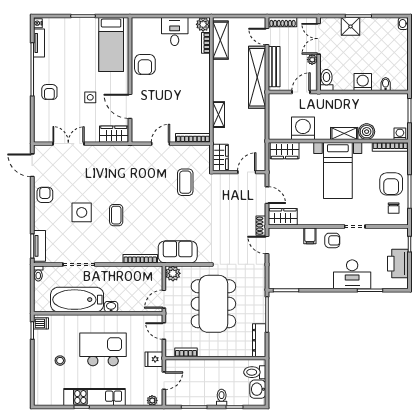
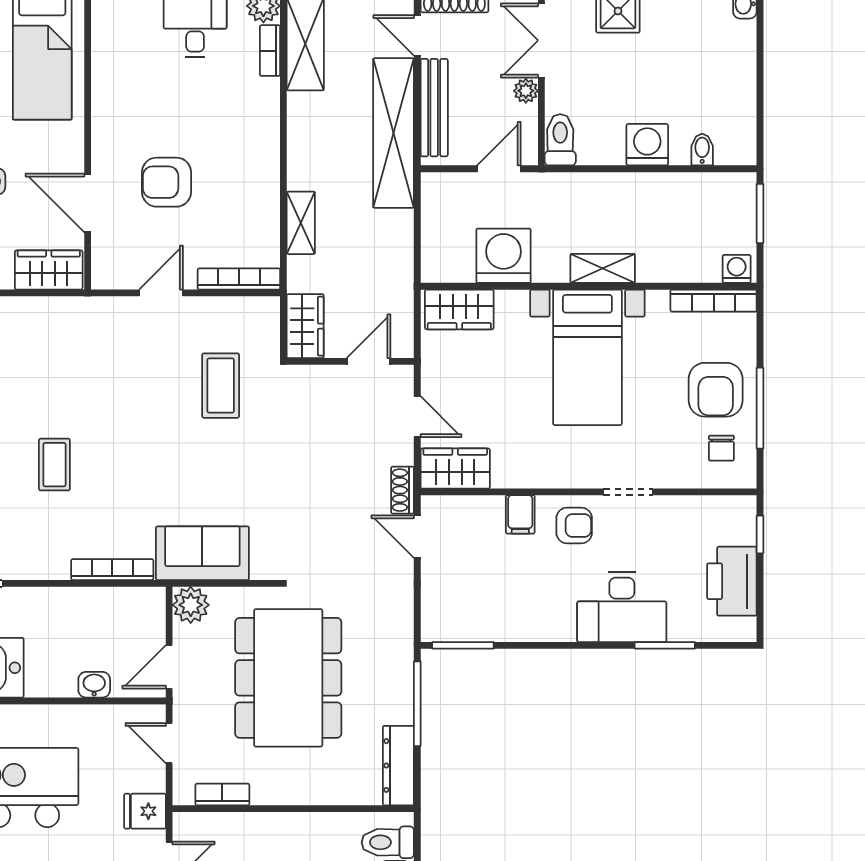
armchair: (145, 65) -> (166, 182), moved, turned 90
boiler: (367, 132) -> (657, 264), removed
washbasin: (111, 307) -> (94, 685), moved

